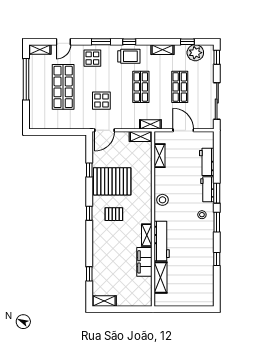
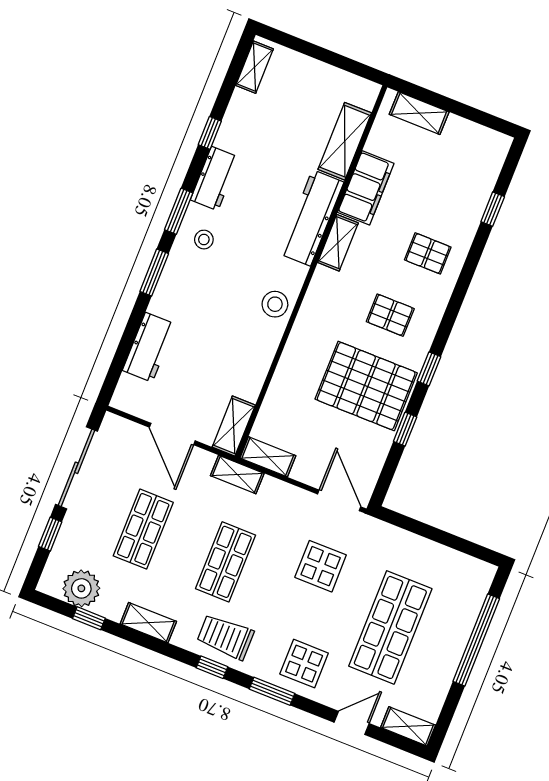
window: (217, 57) -> (50, 534), moved
window: (26, 79) -> (476, 640), moved
door: (105, 130) -> (339, 500), hinge flipped
shelving: (160, 156) -> (234, 426), moved
workbench: (207, 189) -> (215, 179), moved
window: (89, 213) -> (429, 369), moved
pallet: (108, 245) -> (428, 253), added
shelving: (209, 293) -> (255, 67), added
shelving: (104, 301) -> (419, 113), moved

